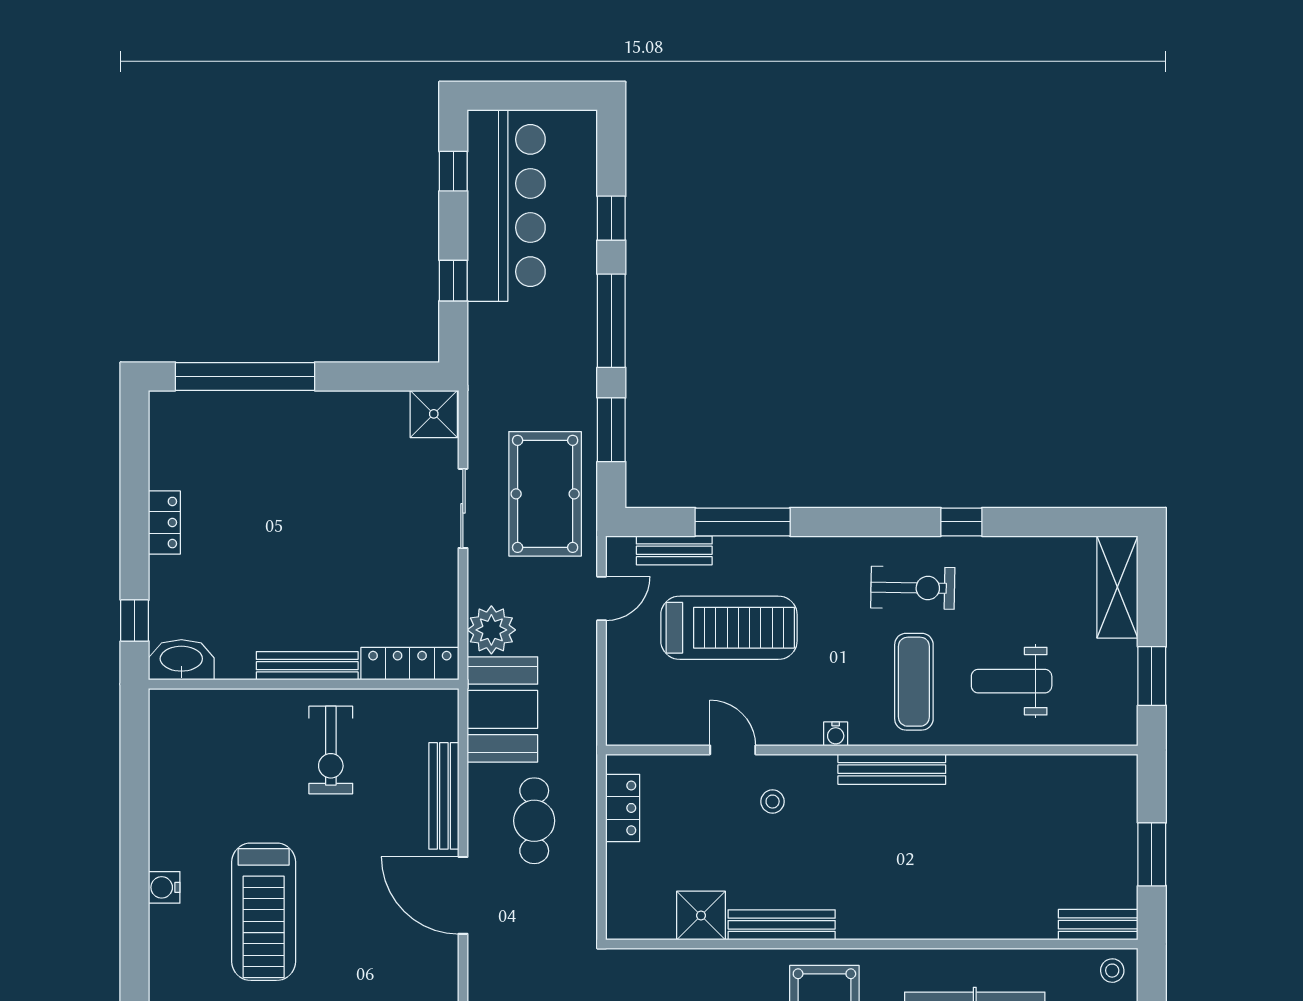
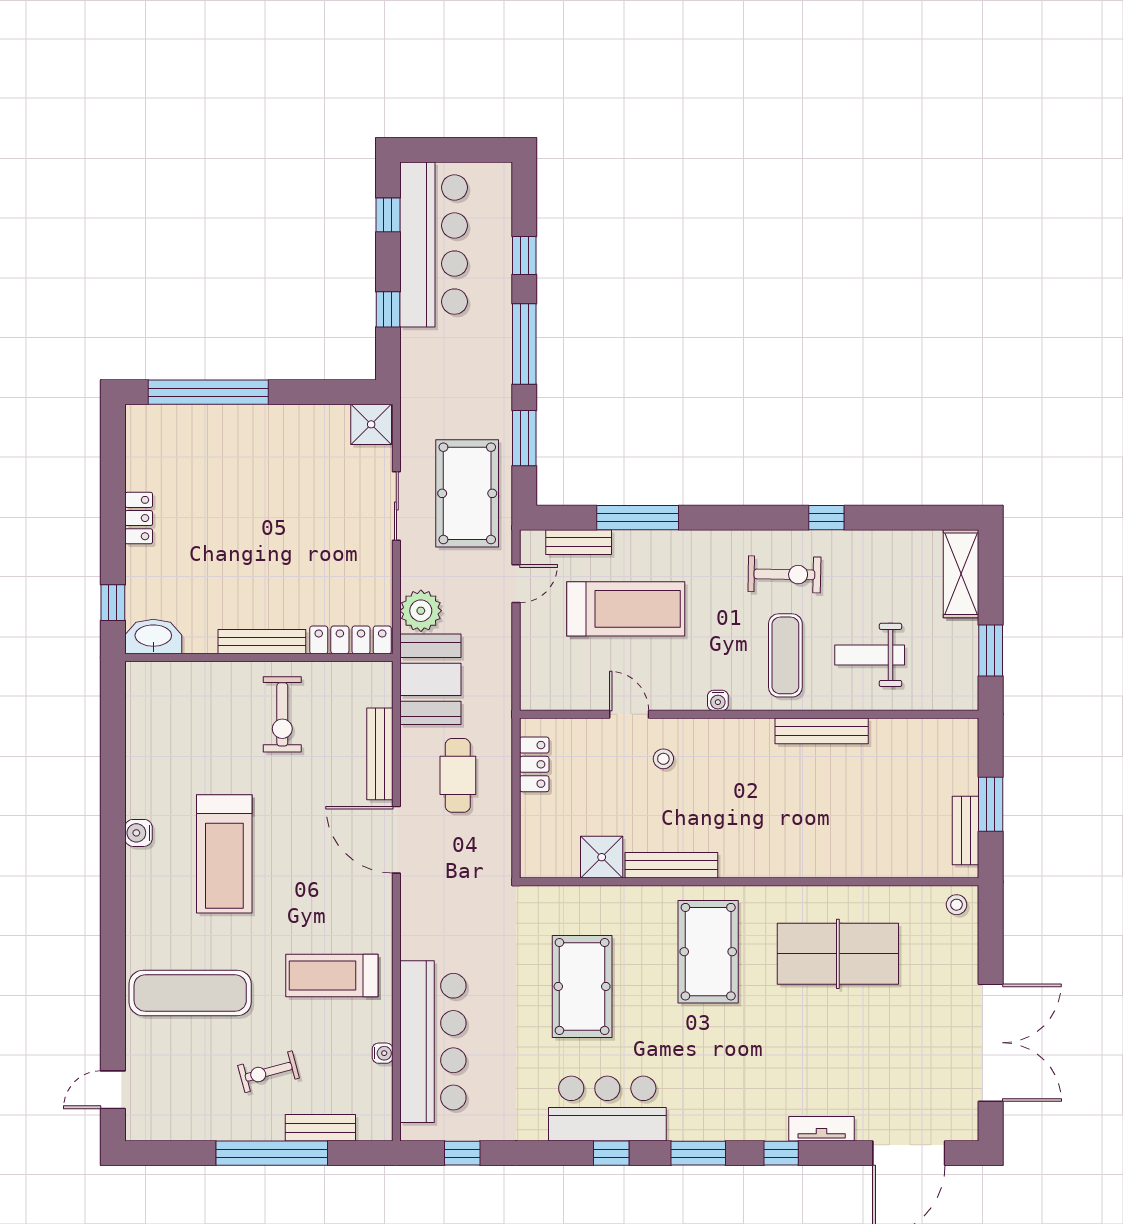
bench: (892, 769) -> (822, 731), moved
bench: (1098, 925) -> (966, 830), moved, turned 90

